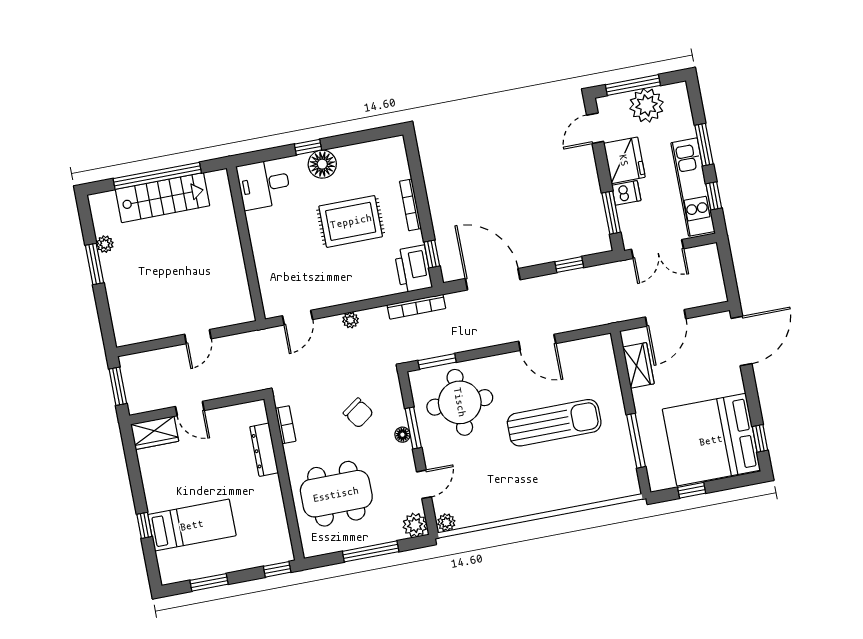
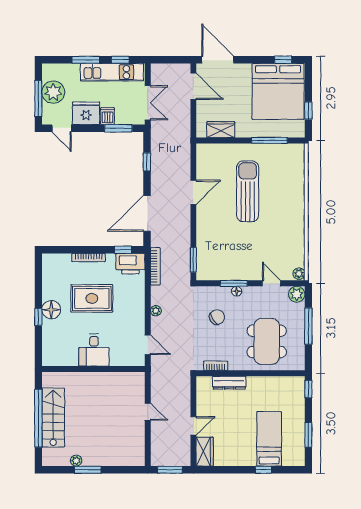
desk: (264, 184) -> (94, 350), moved
rug: (351, 221) -> (92, 298), turned 90
door: (666, 318) -> (193, 86), moved
round table: (460, 402) -> (223, 250), removed

